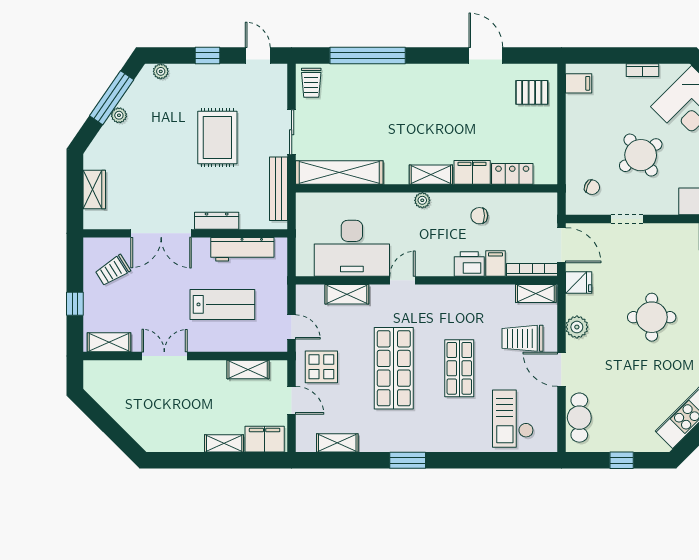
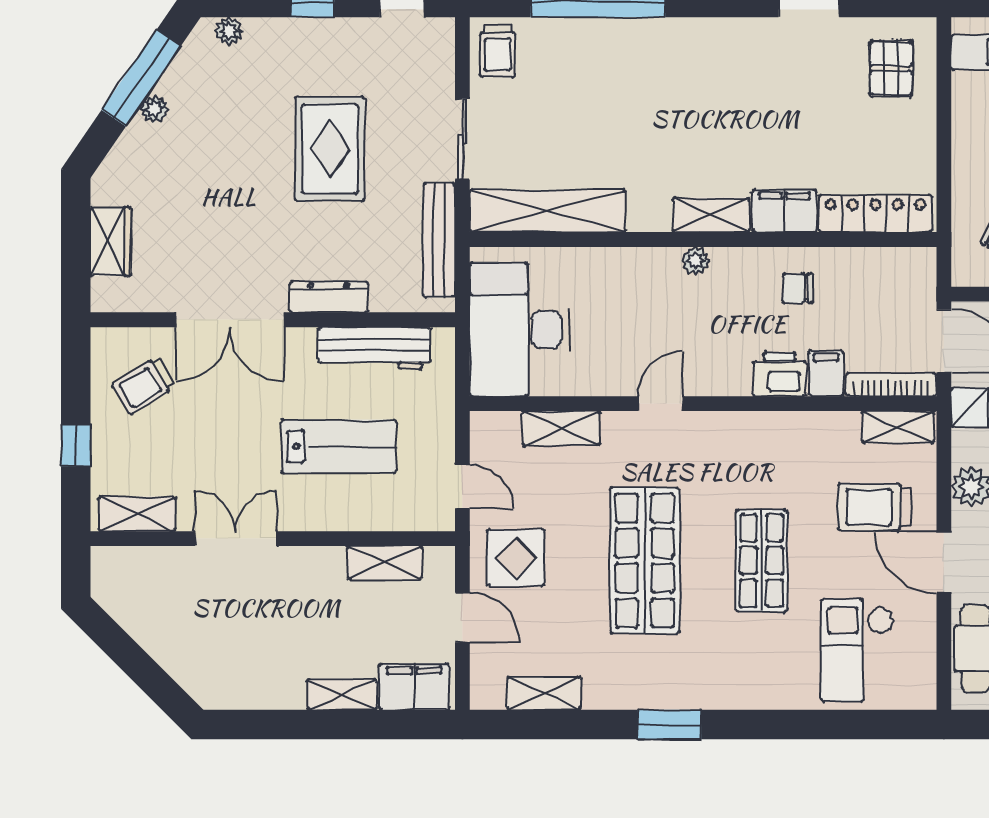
pallet: (532, 92) -> (891, 68), turned 90
locker: (512, 174) -> (875, 214), width x1.53
desk: (352, 248) -> (520, 329), moved, turned 90

